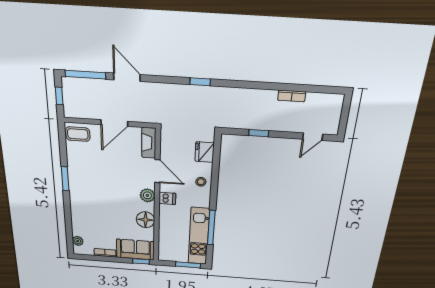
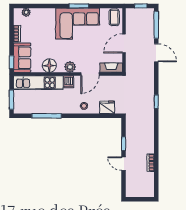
door: (127, 77) -> (156, 53), hinge flipped
door: (114, 123) -> (124, 43), hinge flipped
door: (313, 137) -> (124, 164), moved
corner sofa: (89, 182) -> (78, 24), added
kitchen unit: (199, 236) -> (38, 83), moved, turned 180

